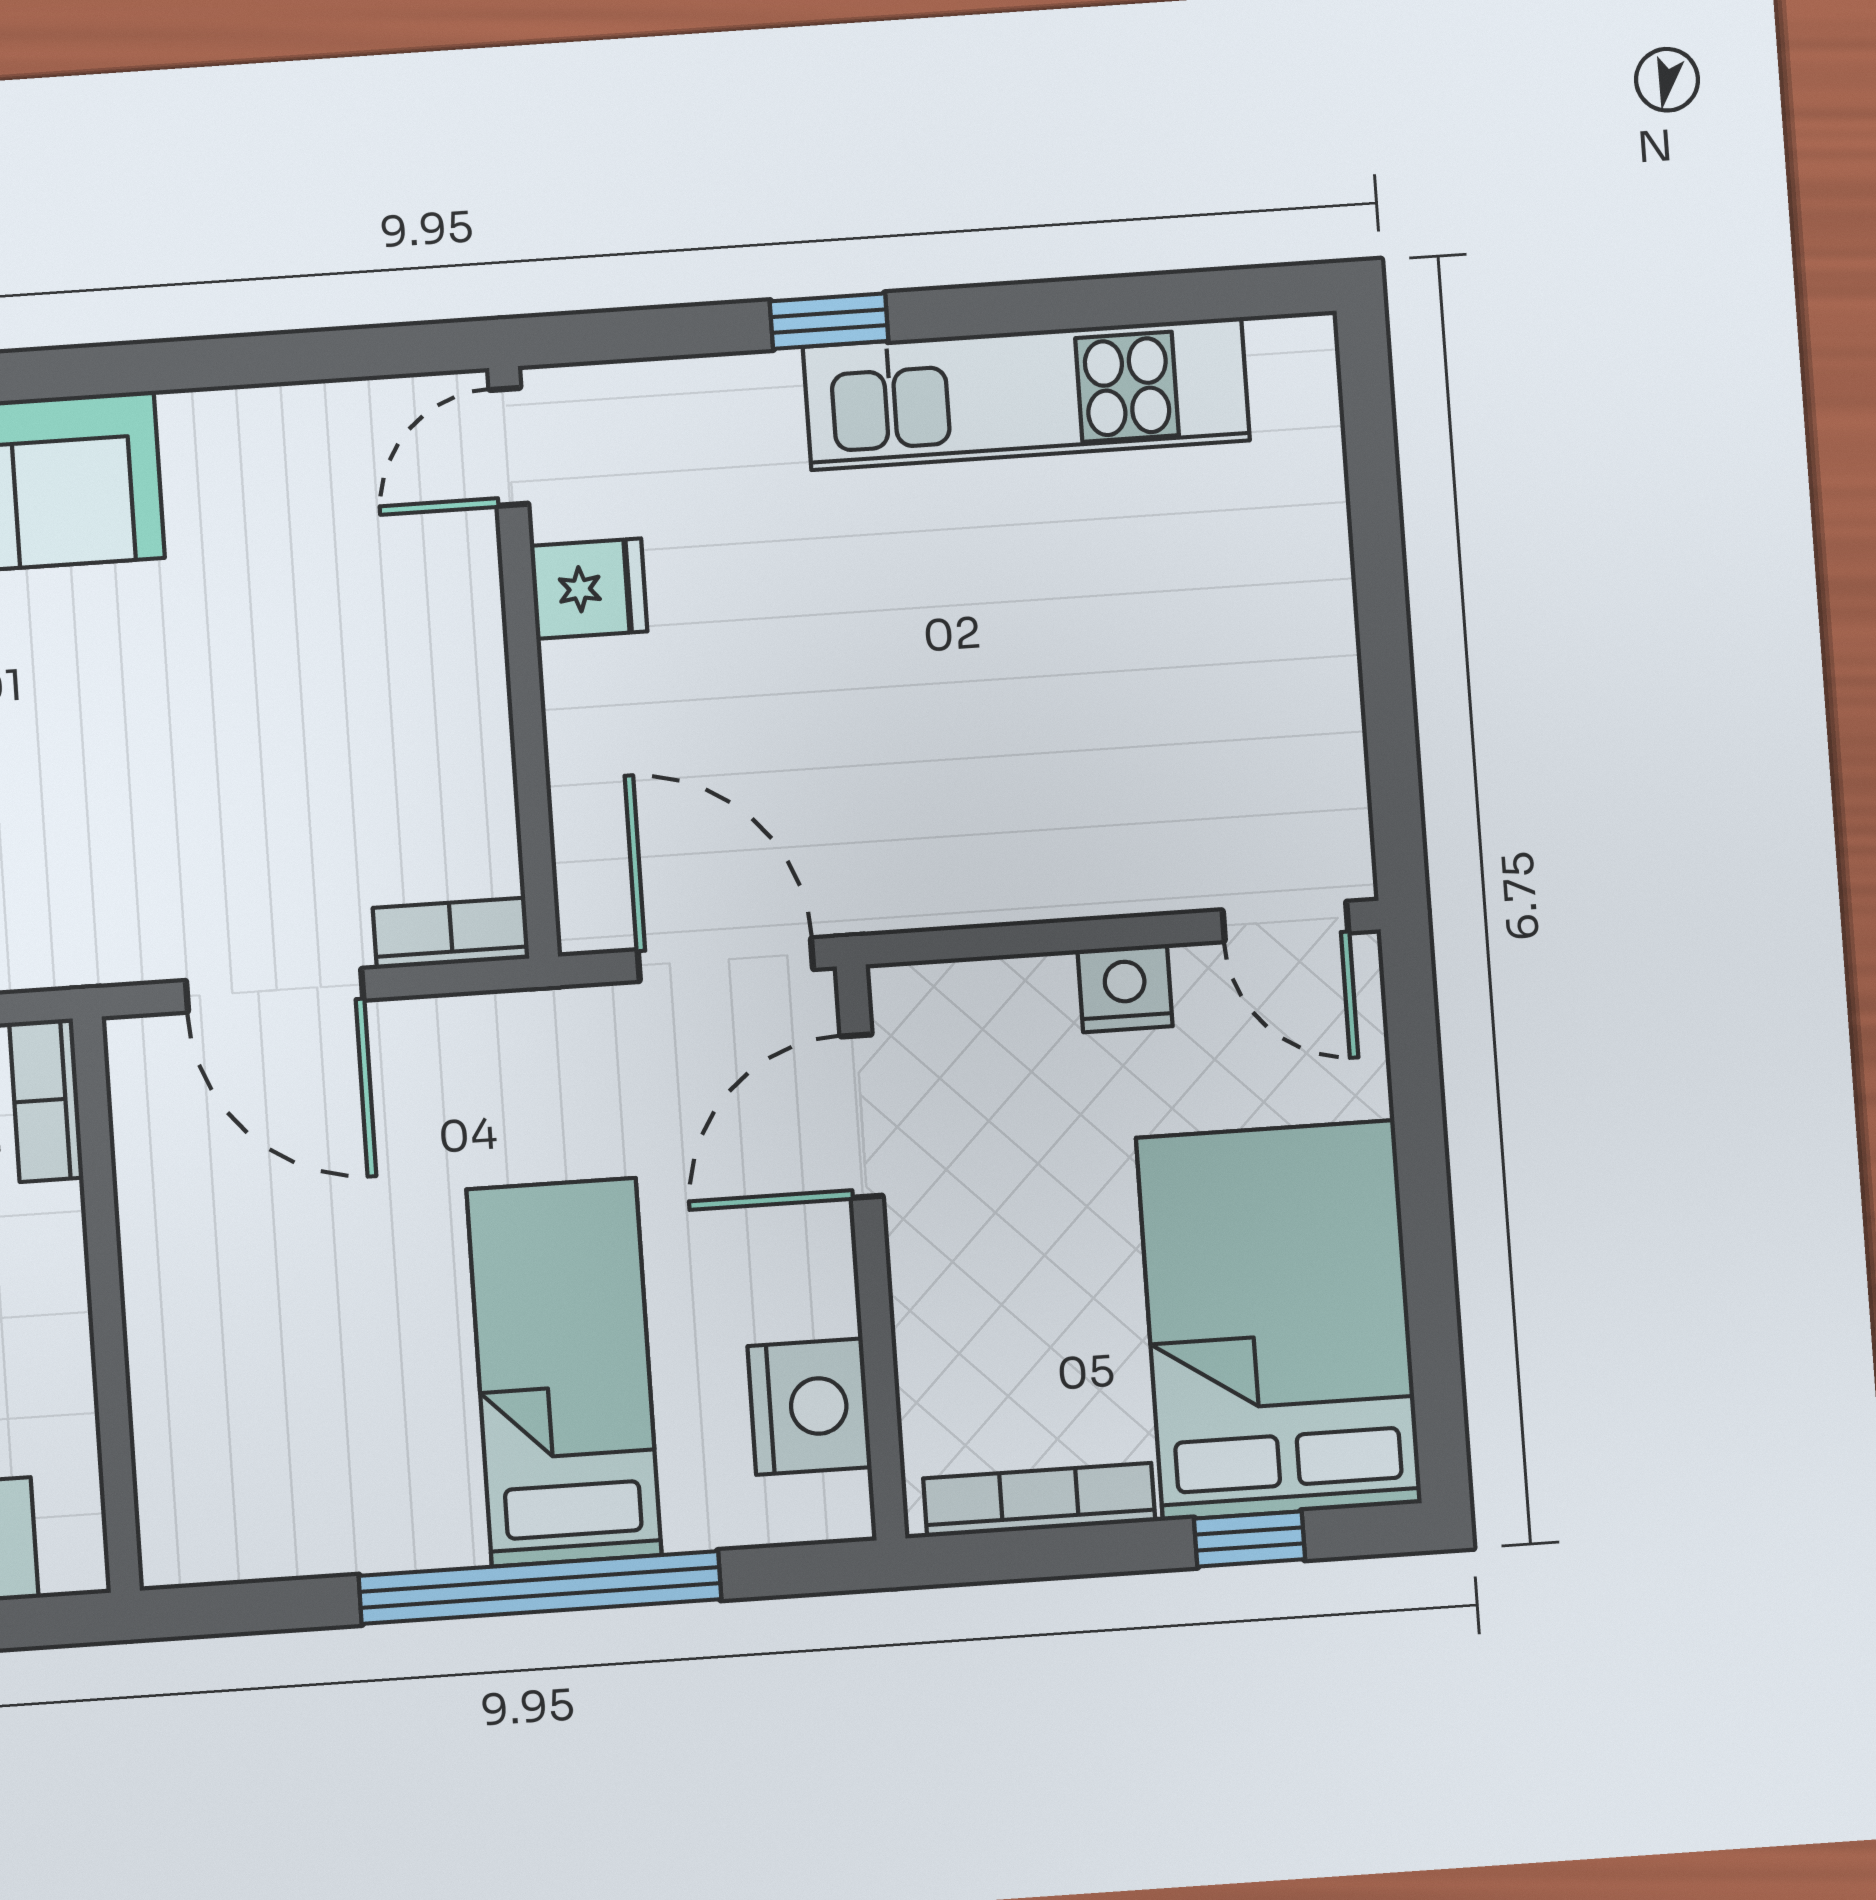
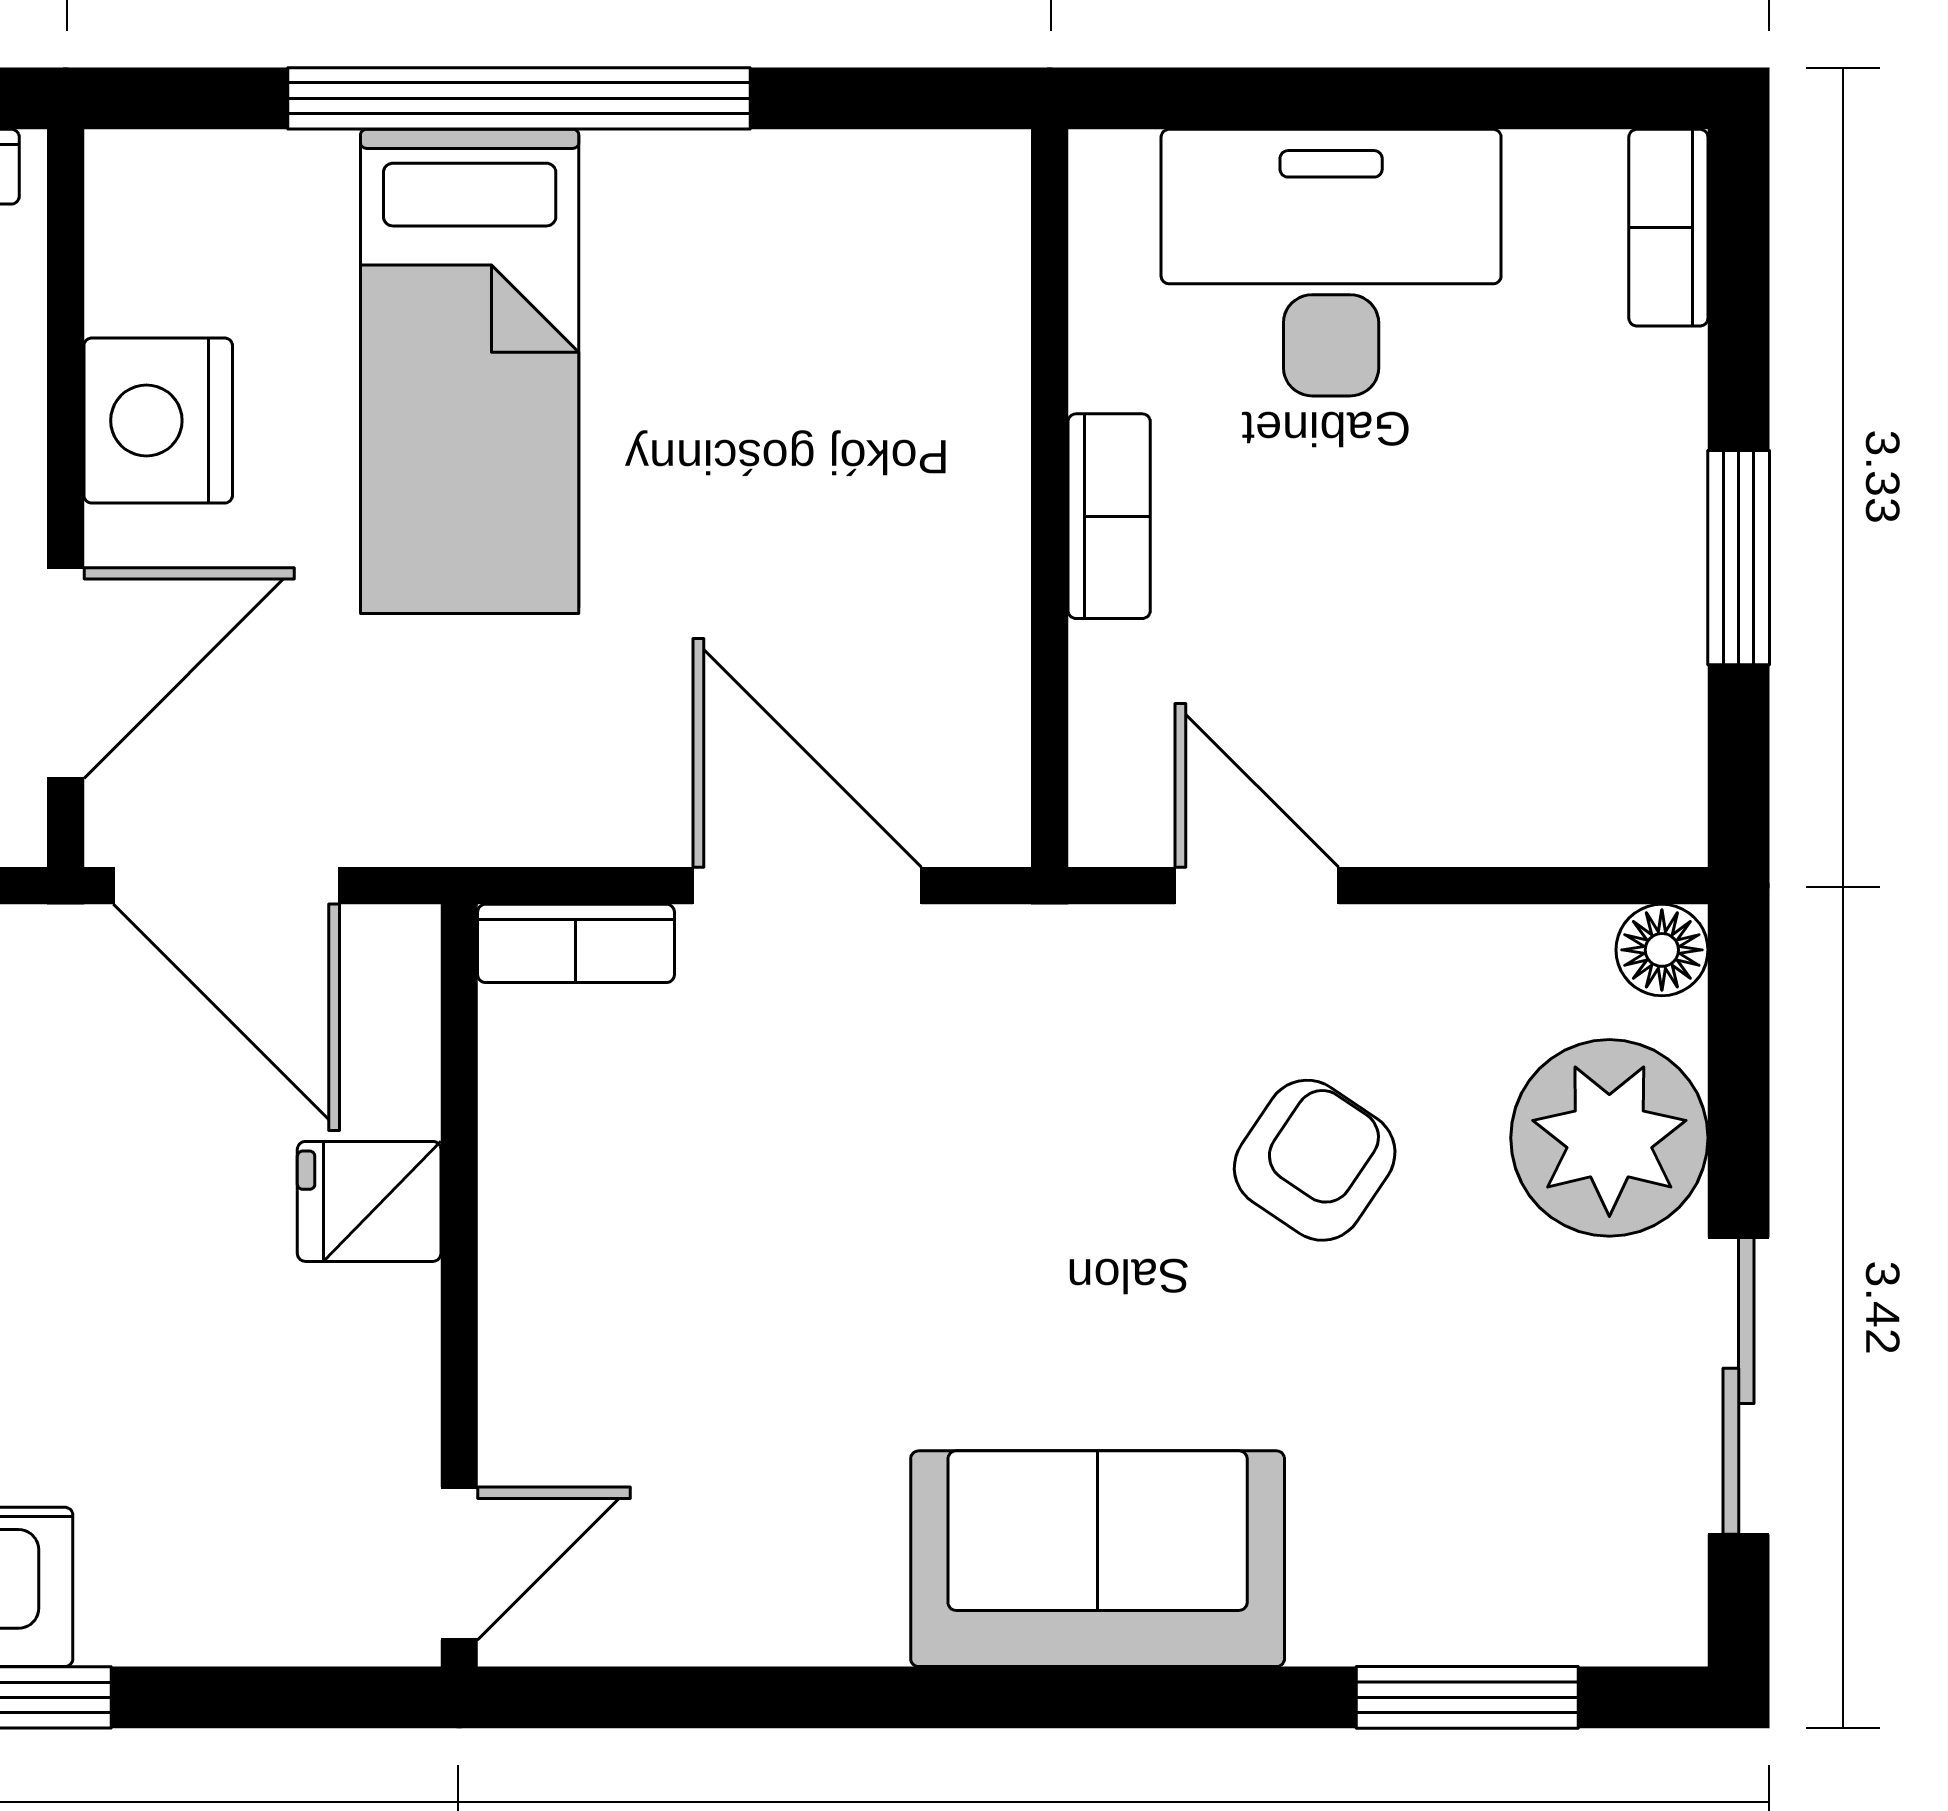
fridge: (589, 589) -> (369, 1201), moved
bookcase: (46, 1100) -> (1109, 516), moved
nightstand: (809, 1407) -> (158, 421), moved

